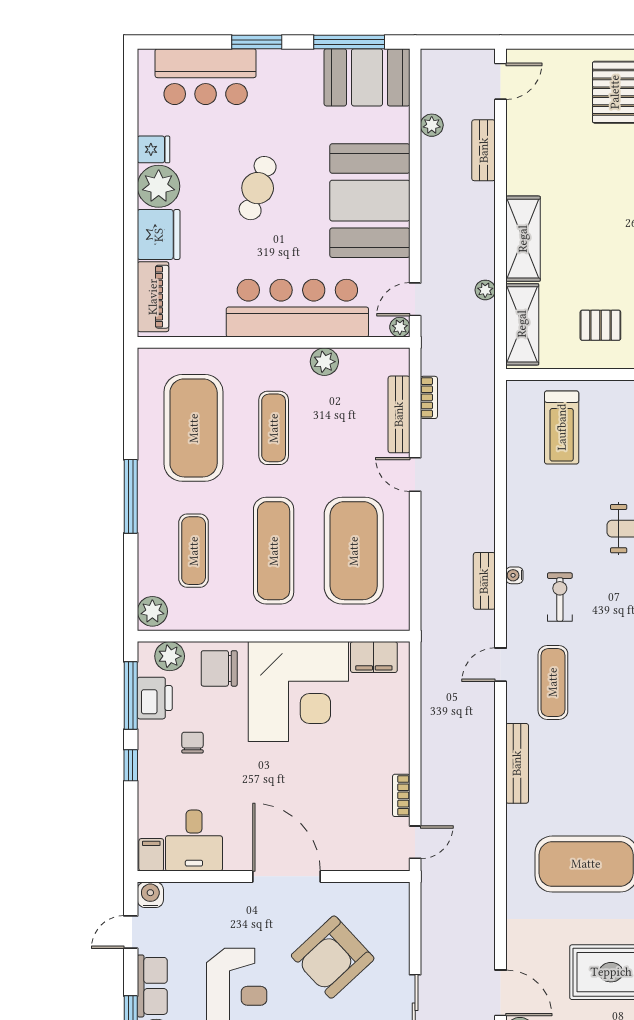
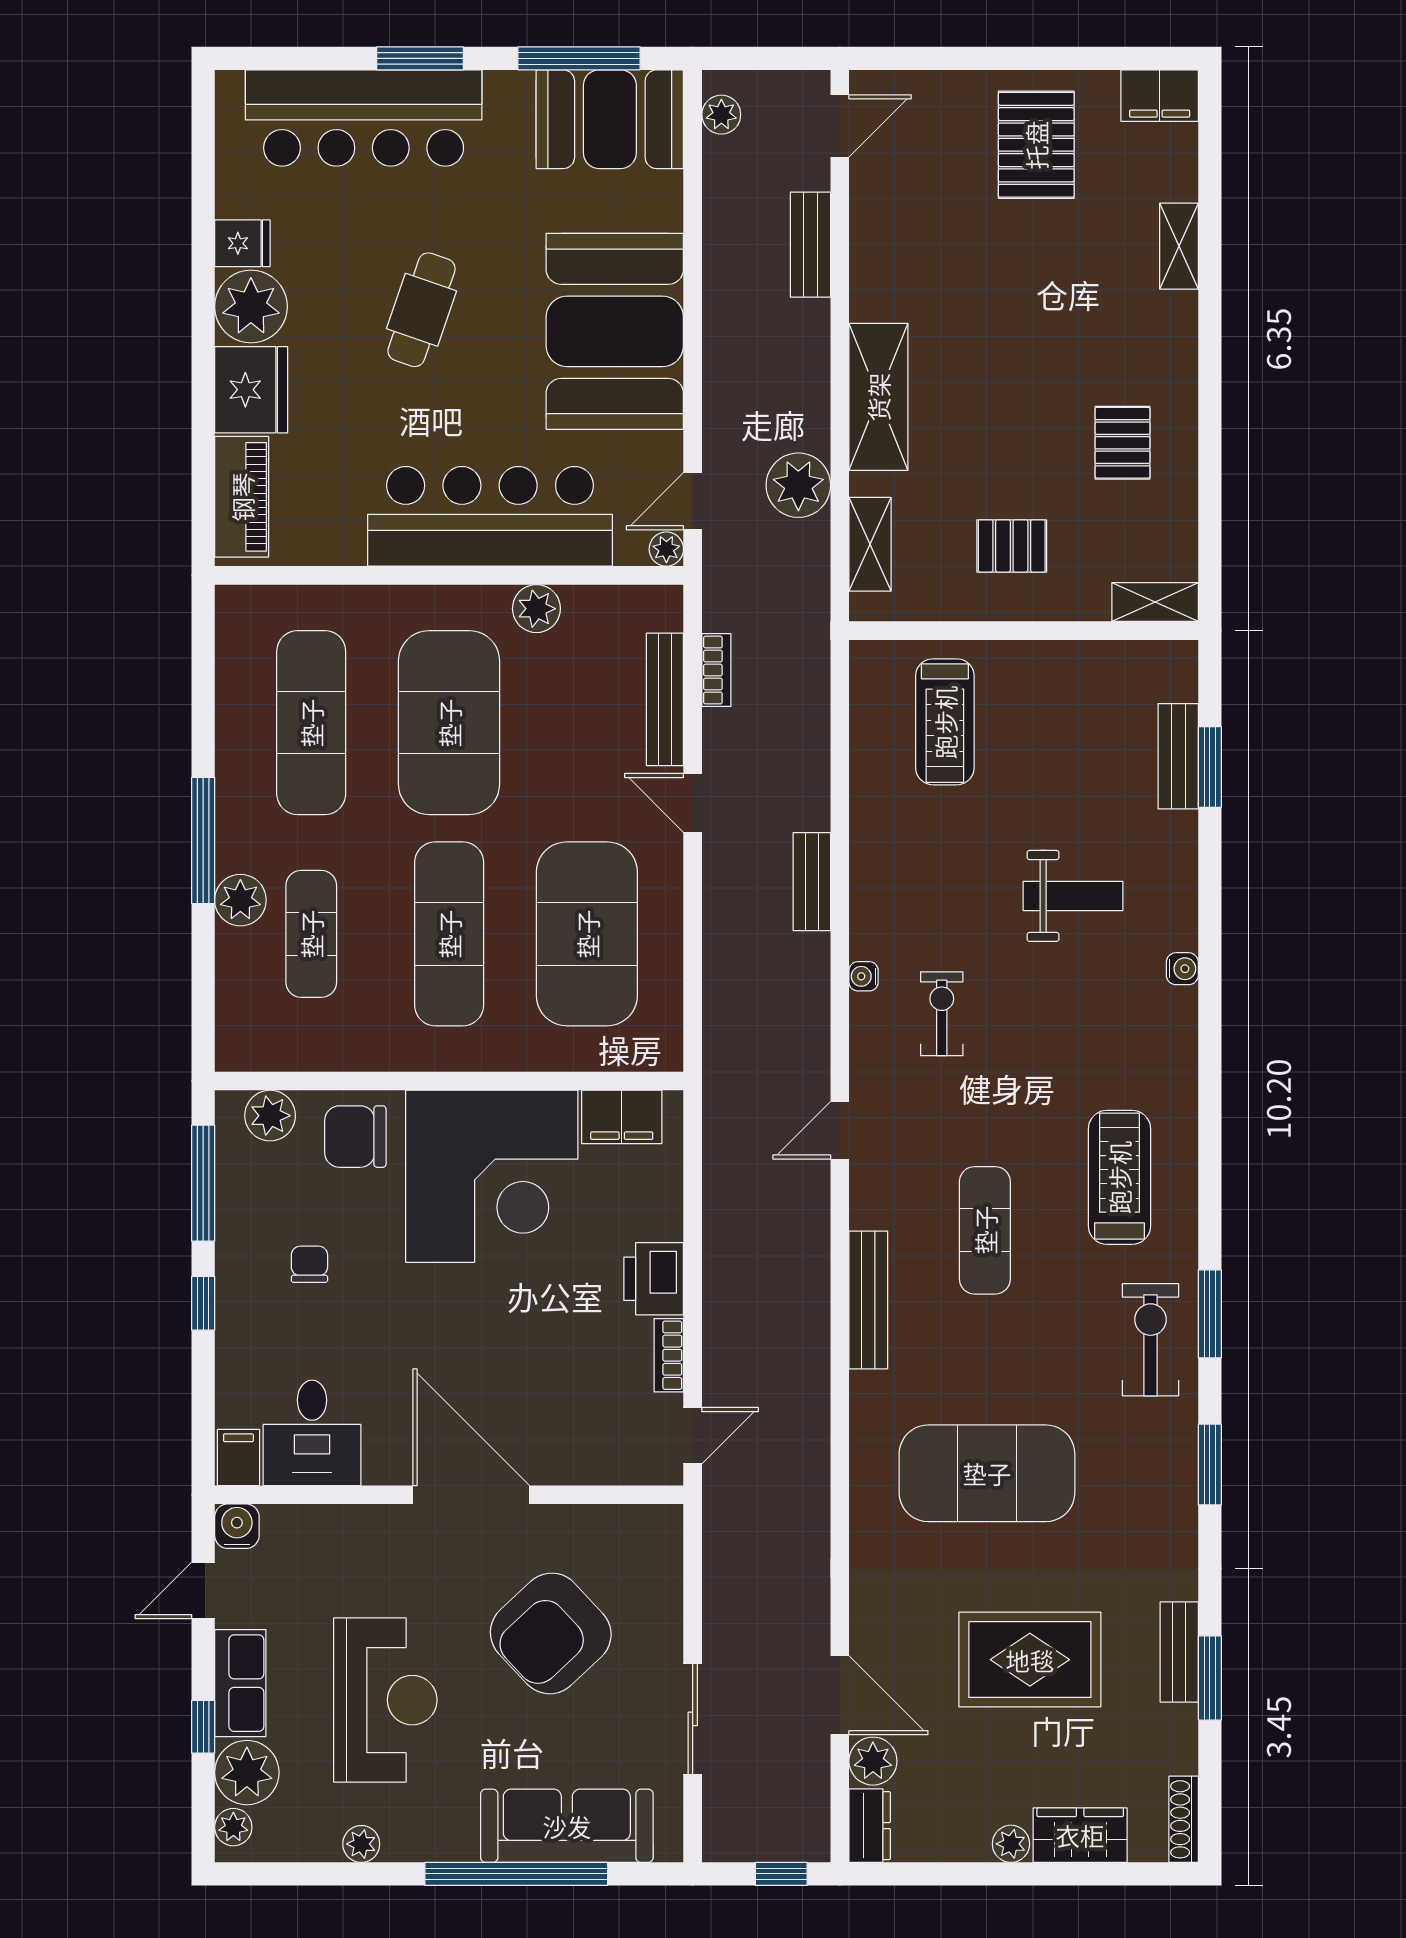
bar counter: (206, 77) -> (364, 118), width x1.36
plant: (432, 125) -> (721, 115), moved
plant: (485, 290) -> (798, 485), width x1.87, depth x1.87
shelving: (522, 324) -> (870, 544), width x0.67, depth x0.75
exercise mat: (194, 428) -> (311, 723), width x0.68
exercise mat: (274, 428) -> (449, 723), width x2.00, depth x1.45
bench: (484, 581) -> (812, 882), moved
plant: (152, 611) -> (240, 900), moved
exercise mat: (553, 682) -> (985, 1230), moved
printer: (155, 698) -> (654, 1279), moved, turned 180

